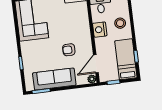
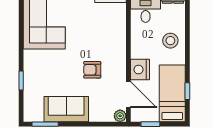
nightstand: (100, 30) -> (140, 70), moved
door: (96, 64) -> (128, 95), swing flipped
sofa: (54, 79) -> (66, 109), width x0.73

